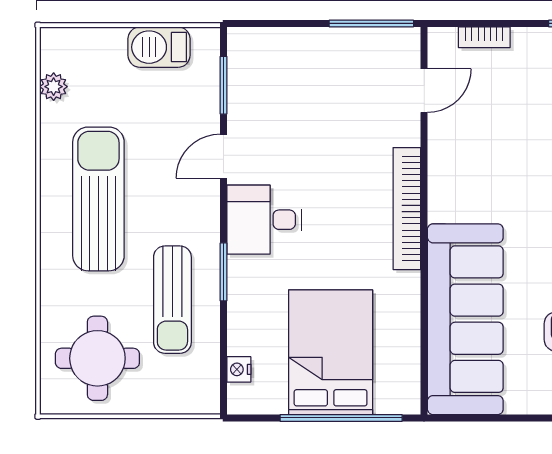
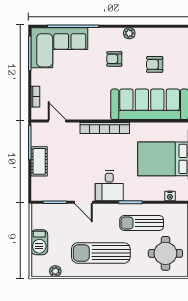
barbecue: (159, 47) -> (39, 242), moved
cot: (324, 47) -> (39, 161), added
sun lounger: (172, 300) -> (142, 223), turned 180

